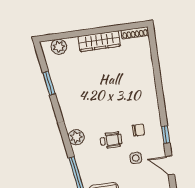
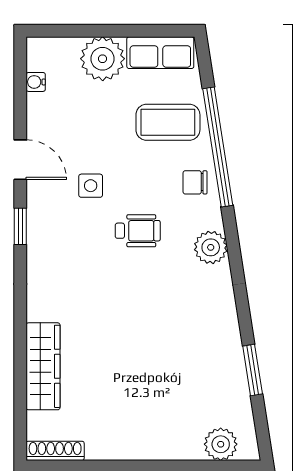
wardrobe: (99, 41) -> (43, 366), moved, turned 90
chair: (138, 130) -> (195, 182), moved
wheelchair: (111, 140) -> (138, 231), turned 180

